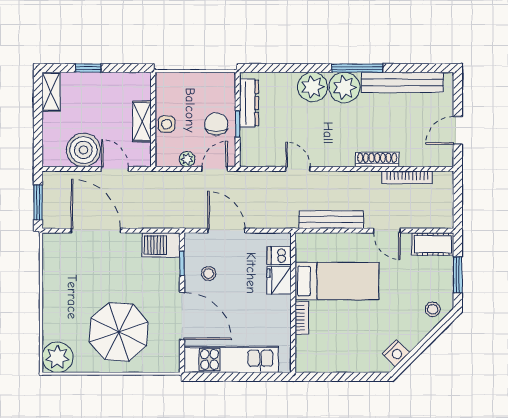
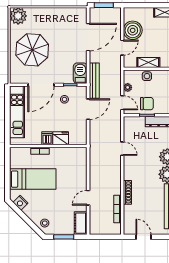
door: (298, 169) -> (122, 149), hinge flipped
bench: (331, 220) -> (94, 81), moved
dishwasher: (279, 255) -> (47, 138), moved
bed: (337, 281) -> (33, 179), moved, turned -90

